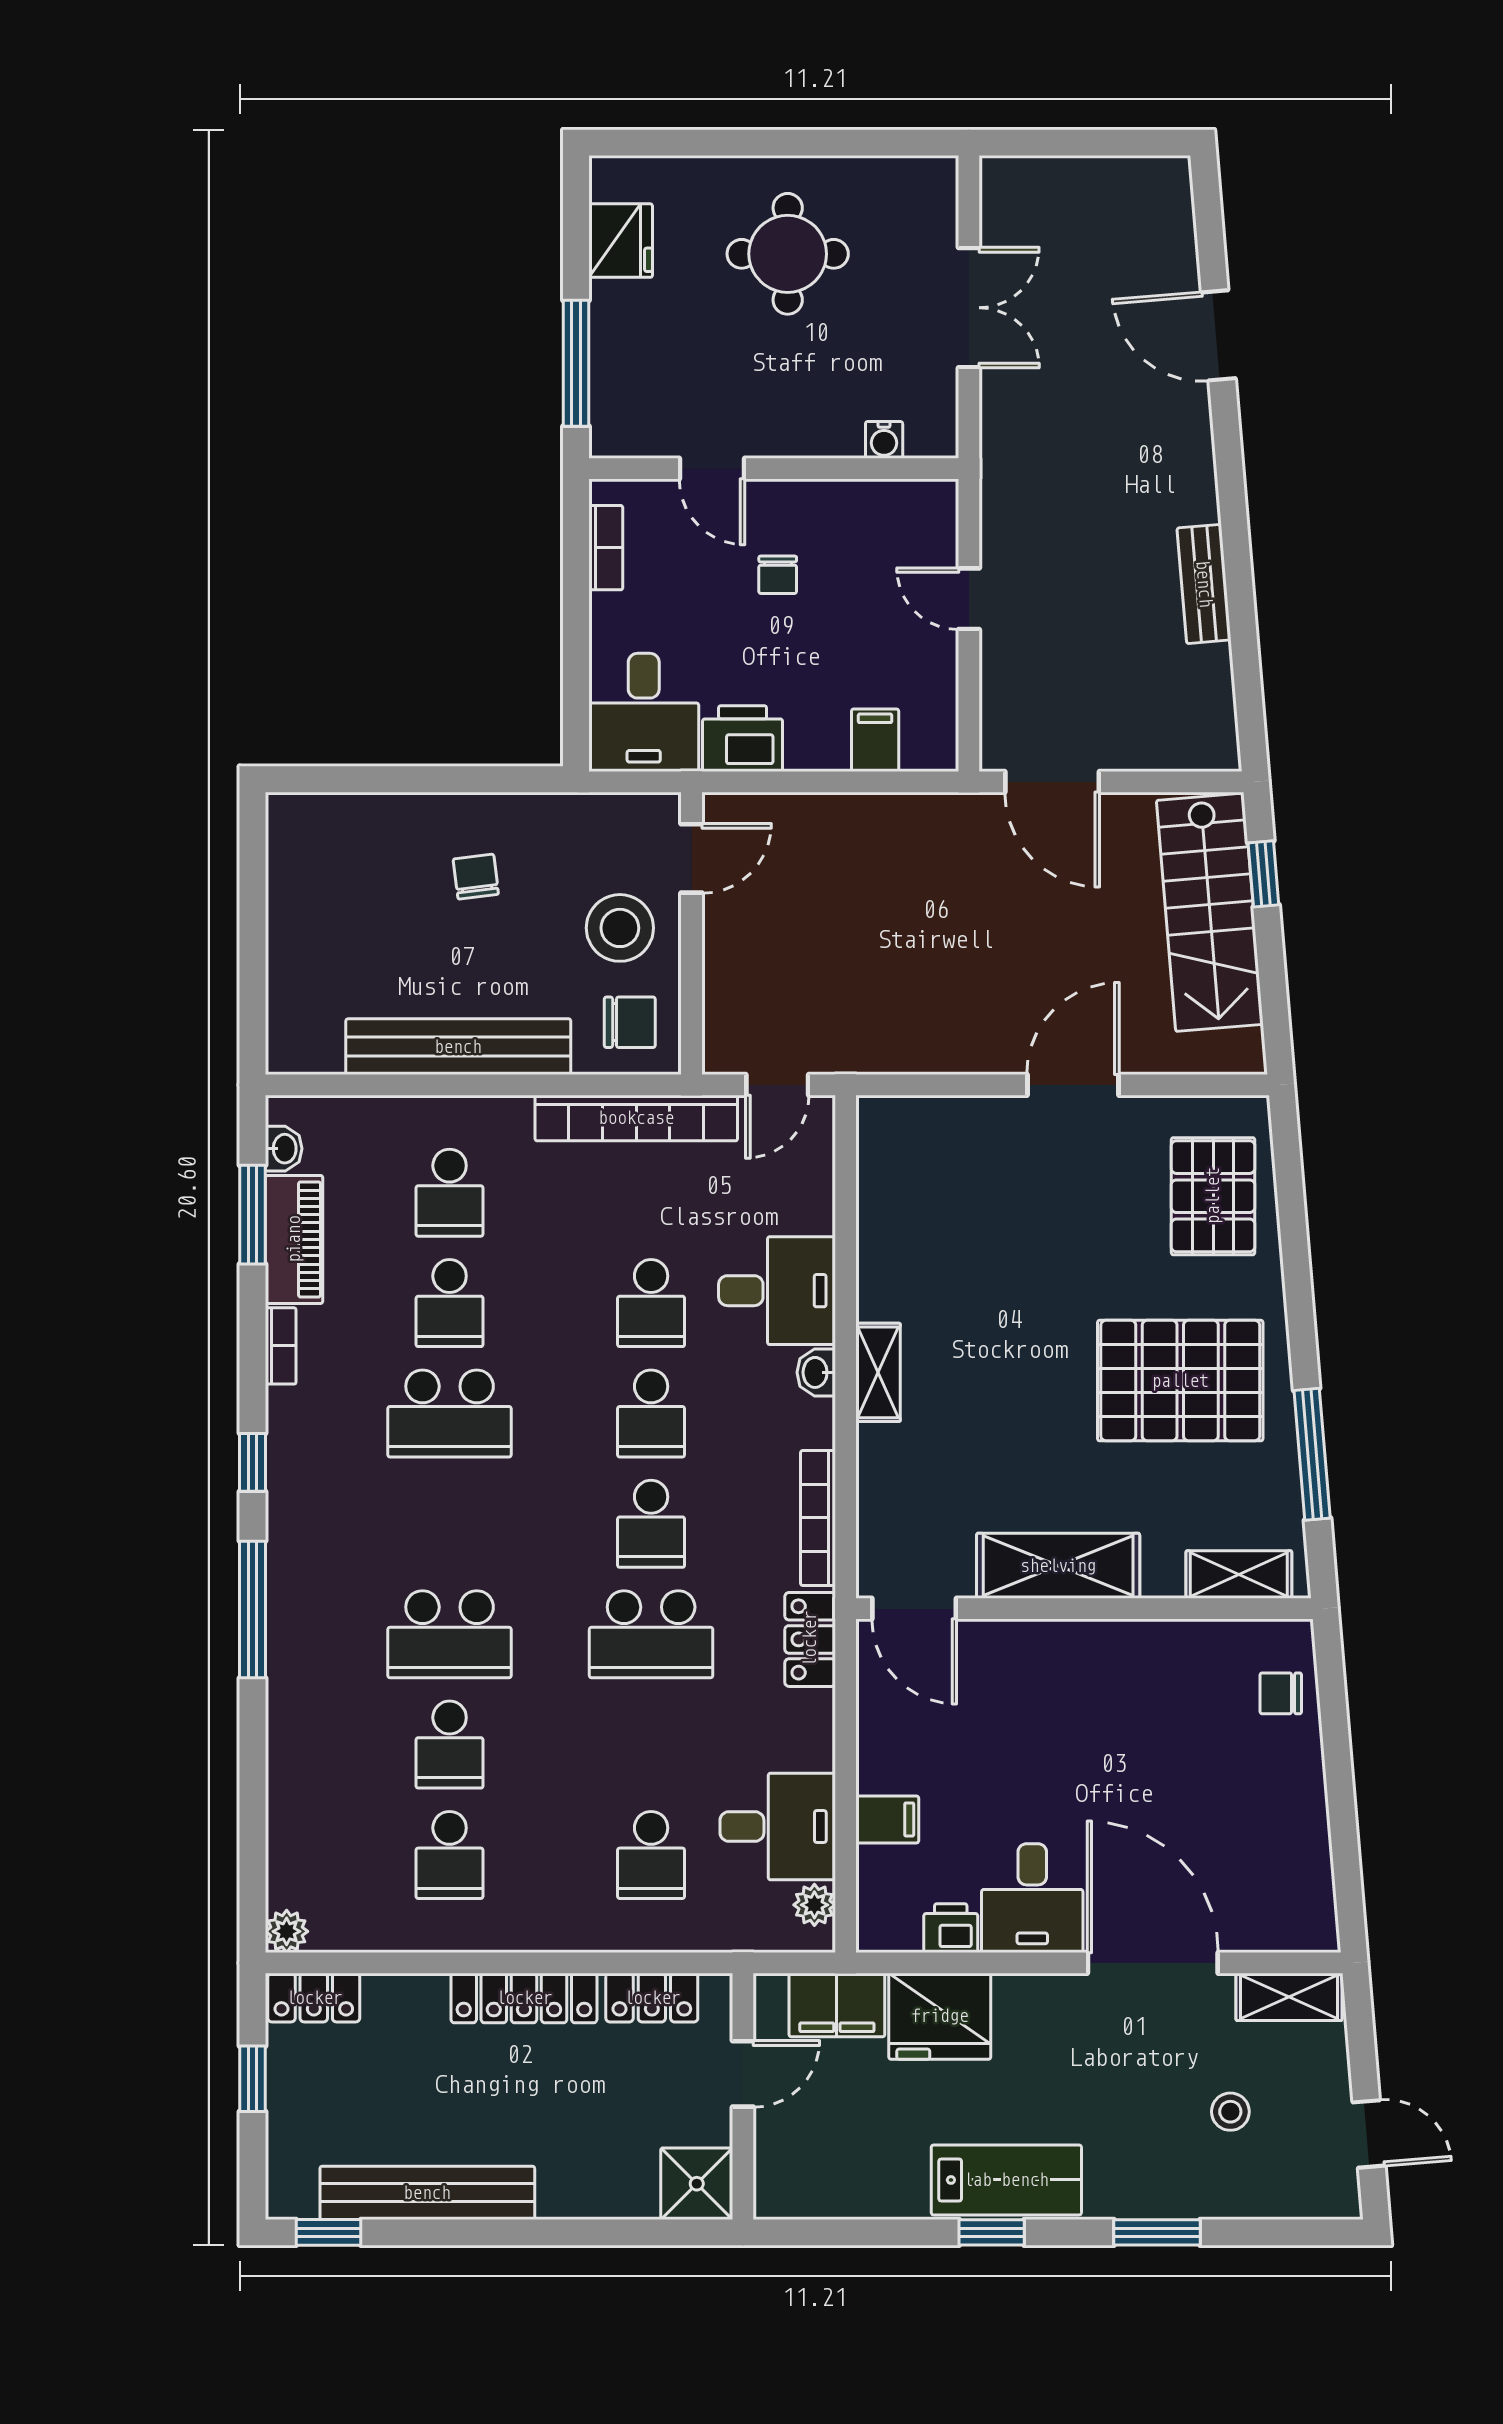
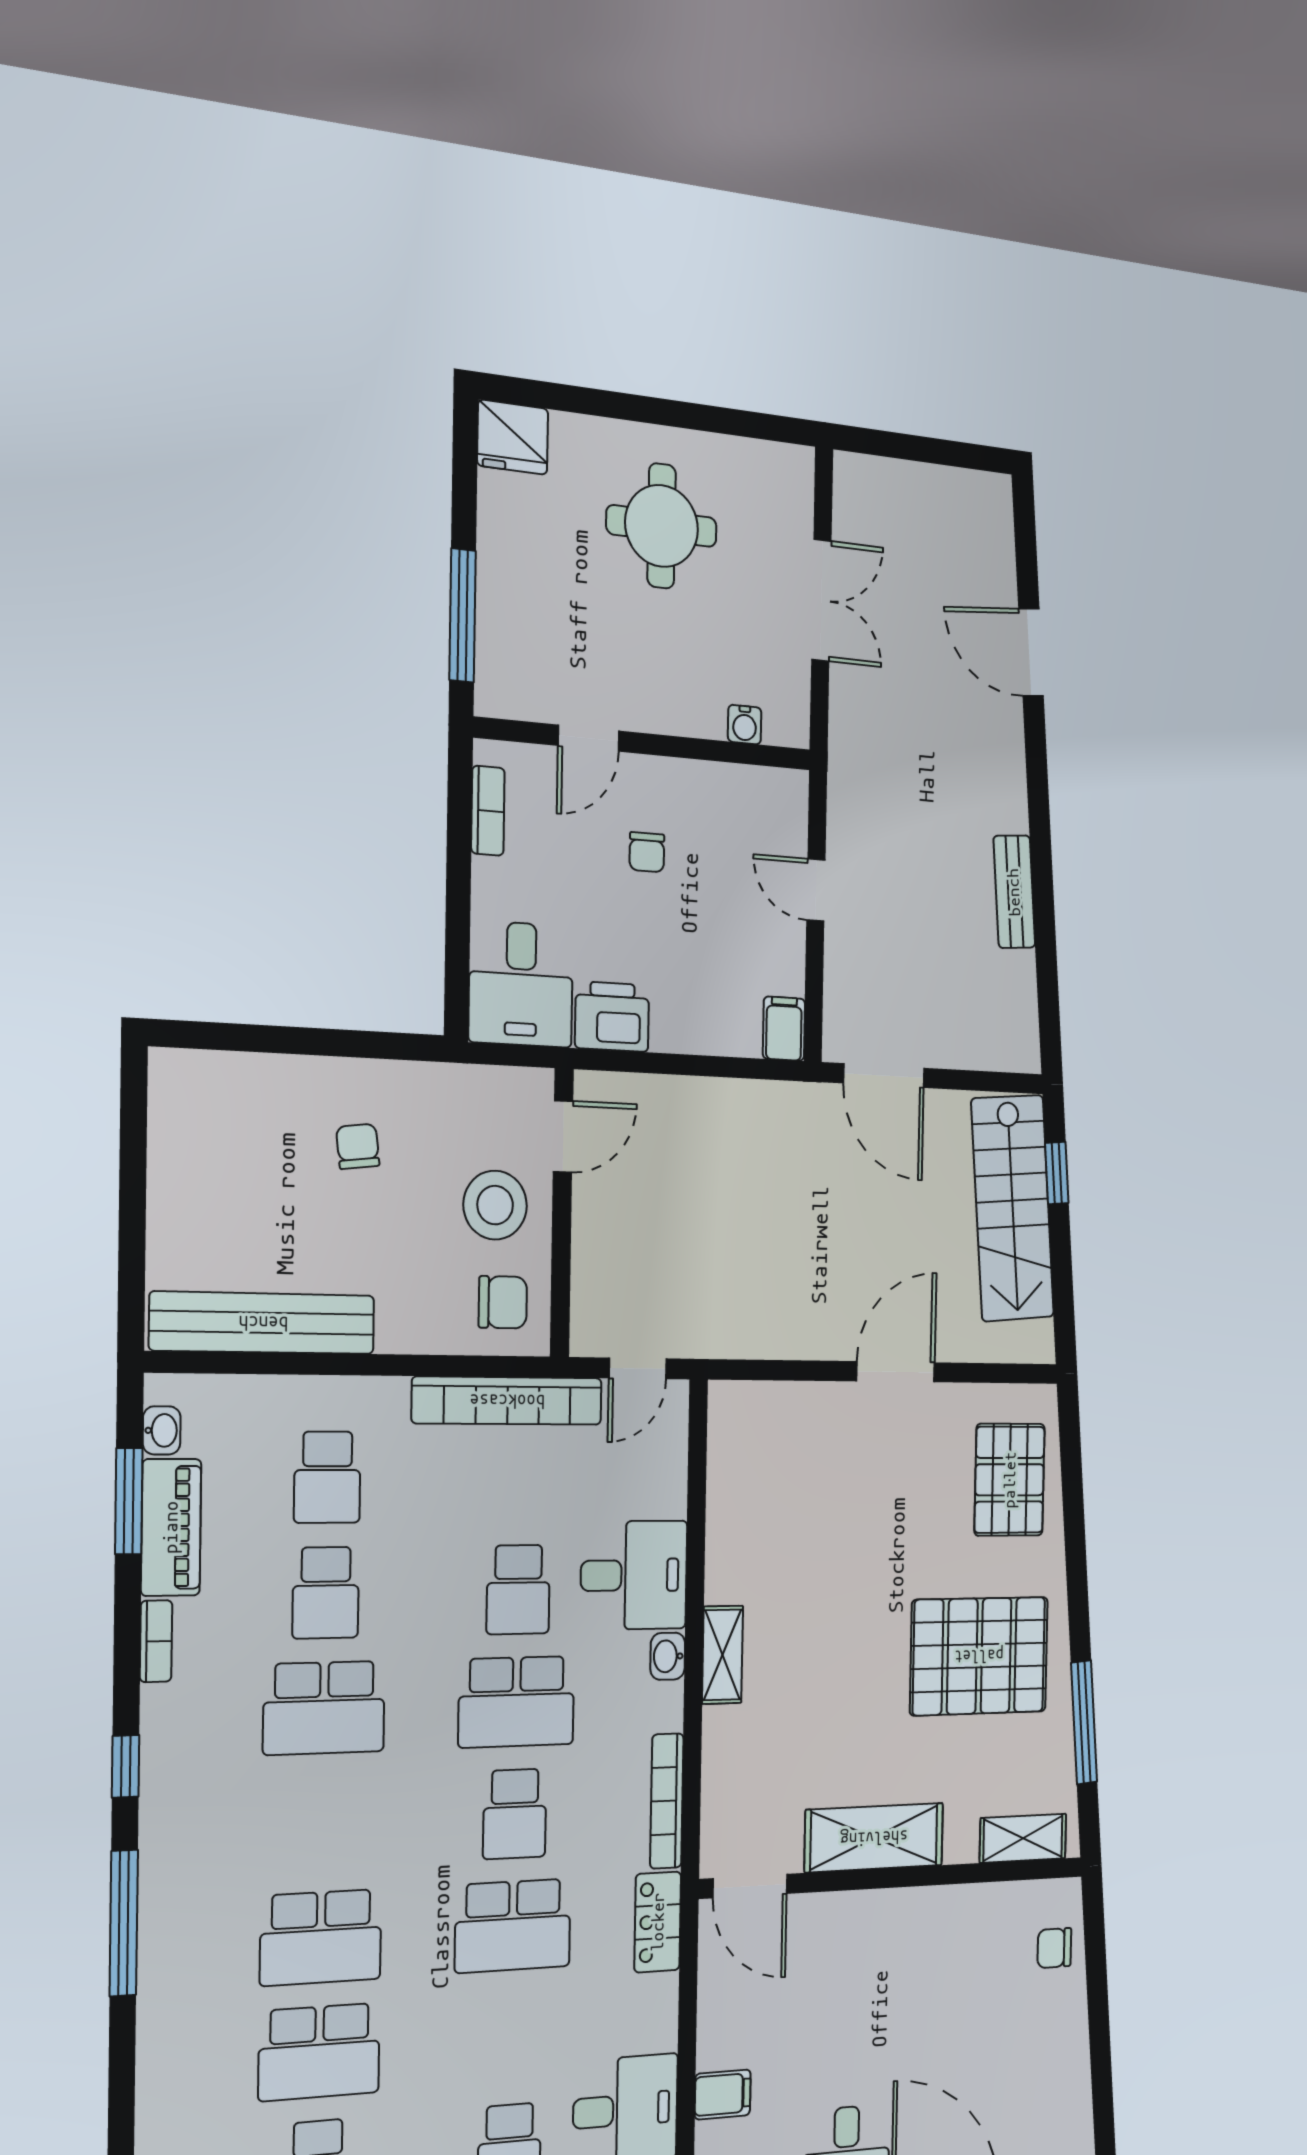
fridge: (621, 241) -> (513, 437), moved, turned 90
door: (712, 469) -> (589, 738), hinge flipped
filing cabinet: (875, 740) -> (784, 1029), moved
bench: (458, 1047) -> (263, 1323), moved
school desk: (651, 1413) -> (516, 1702), width x1.85
school desk: (450, 1745) -> (319, 2052), width x1.85

